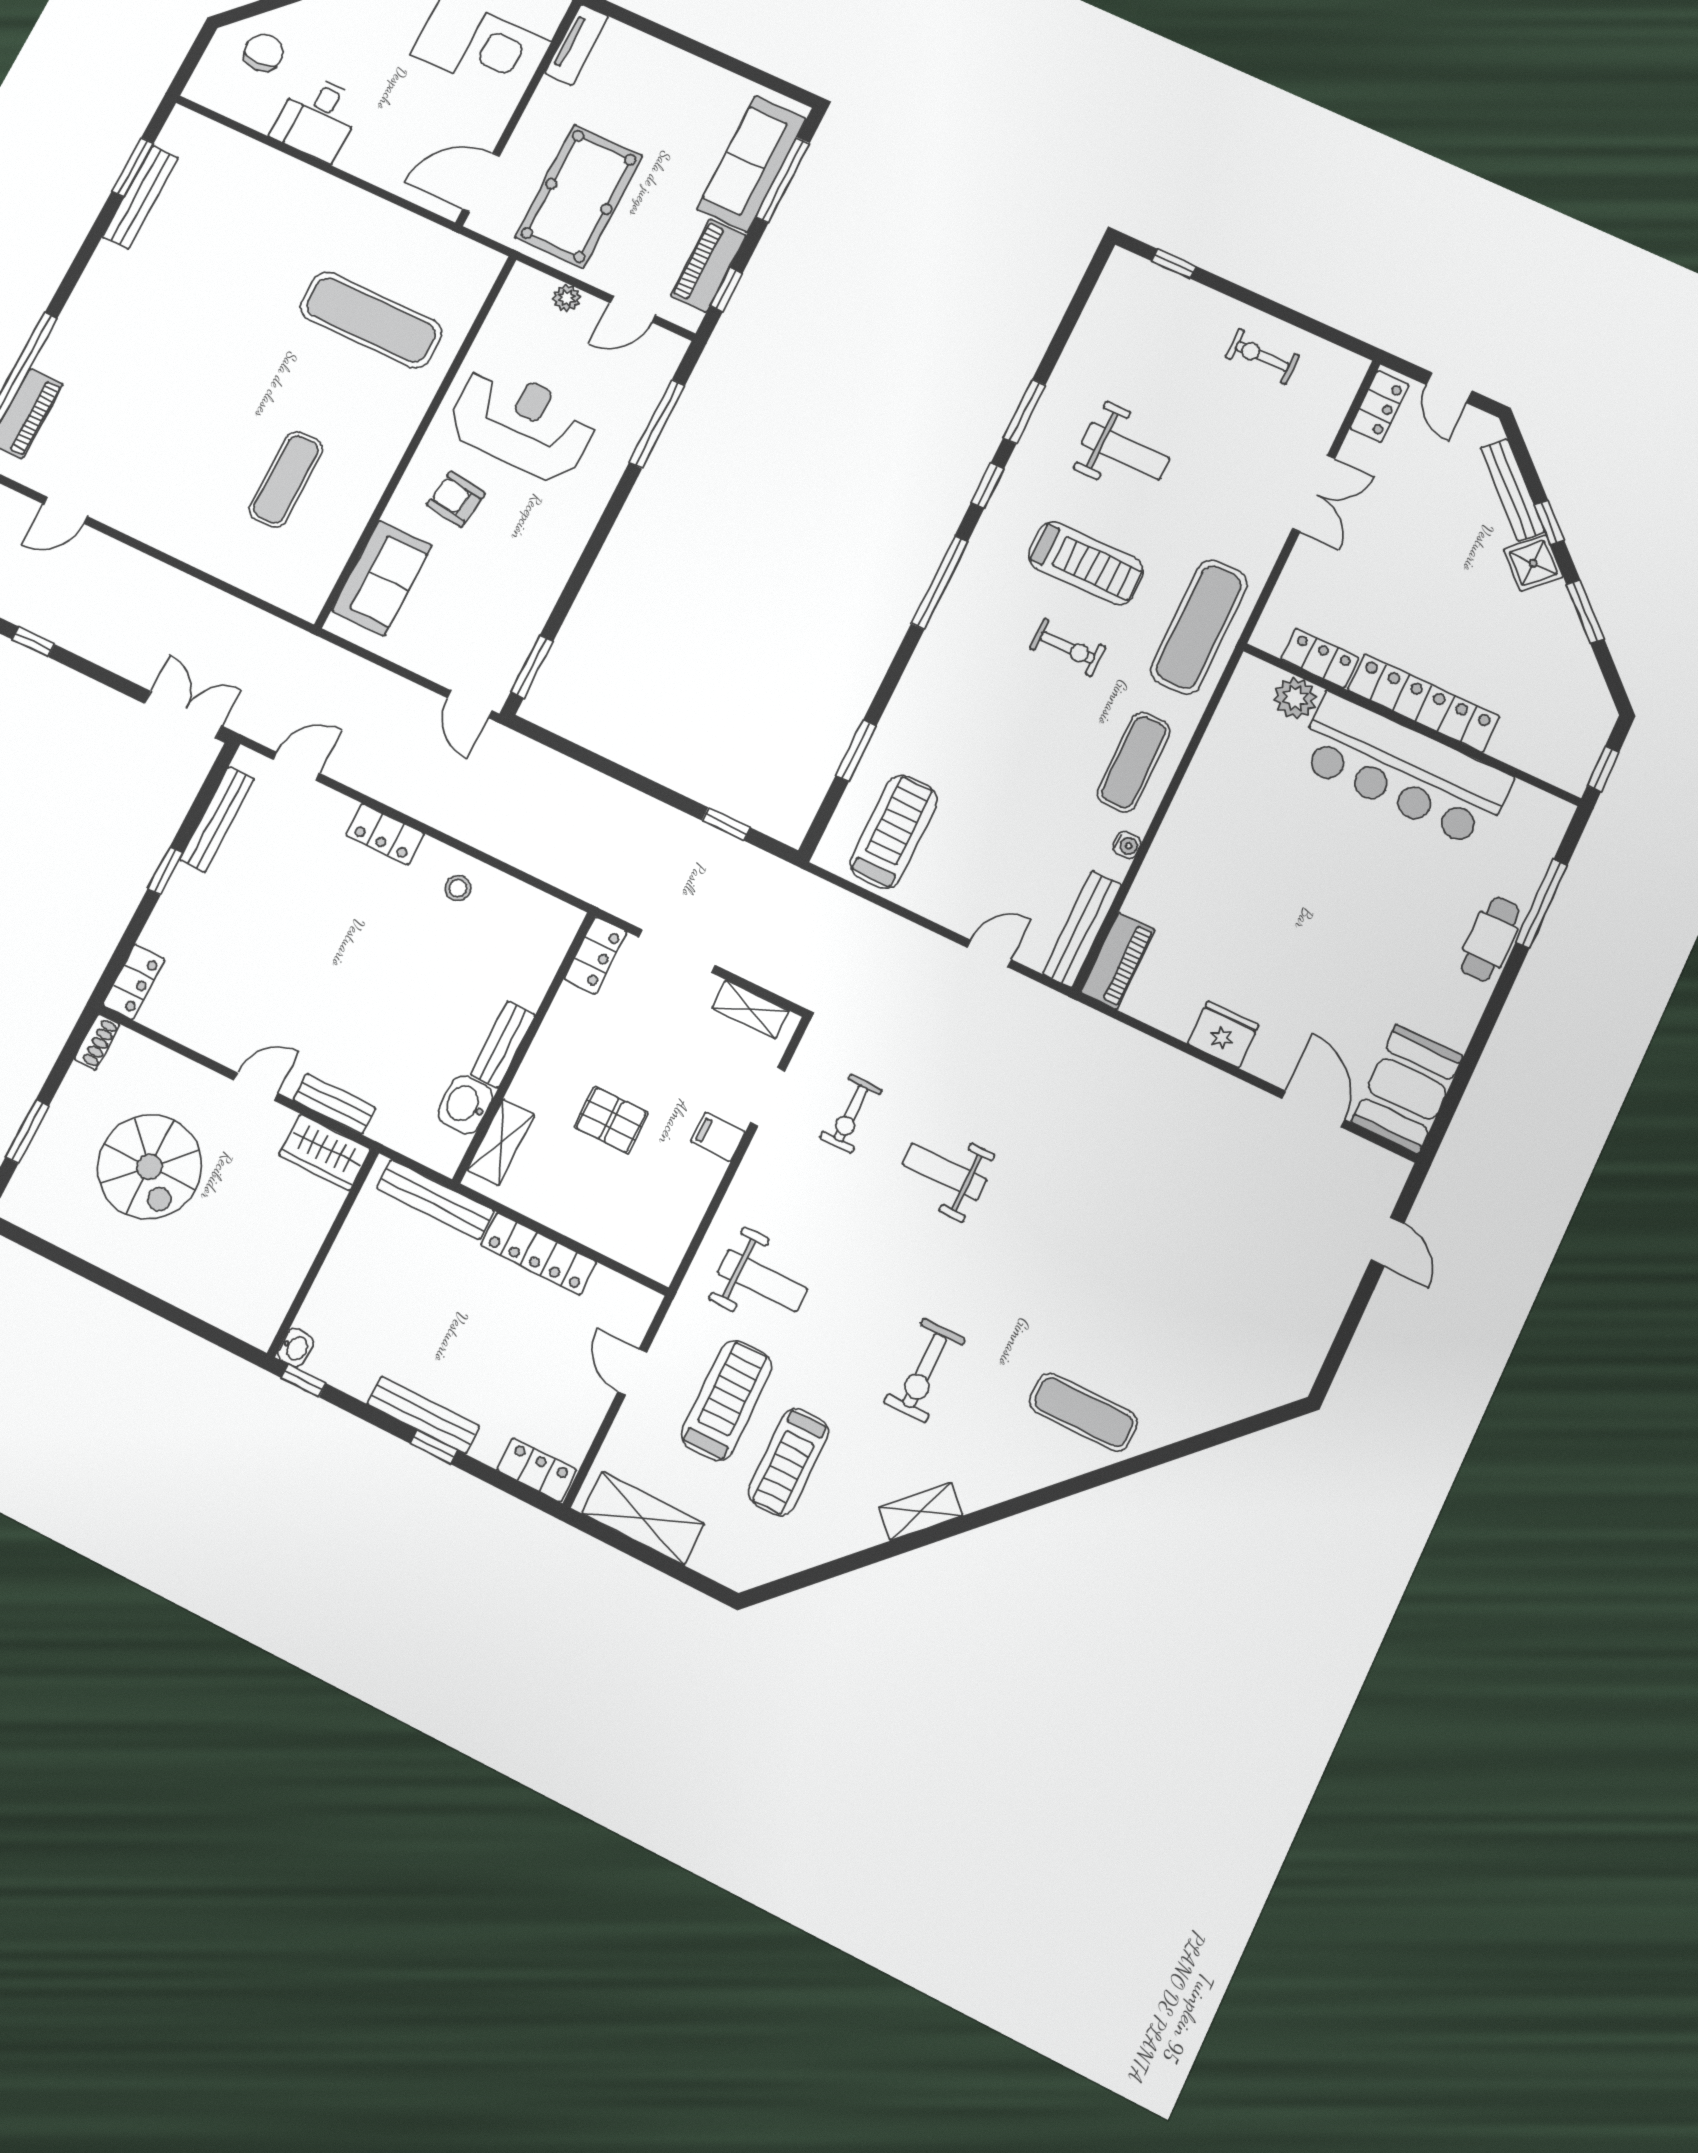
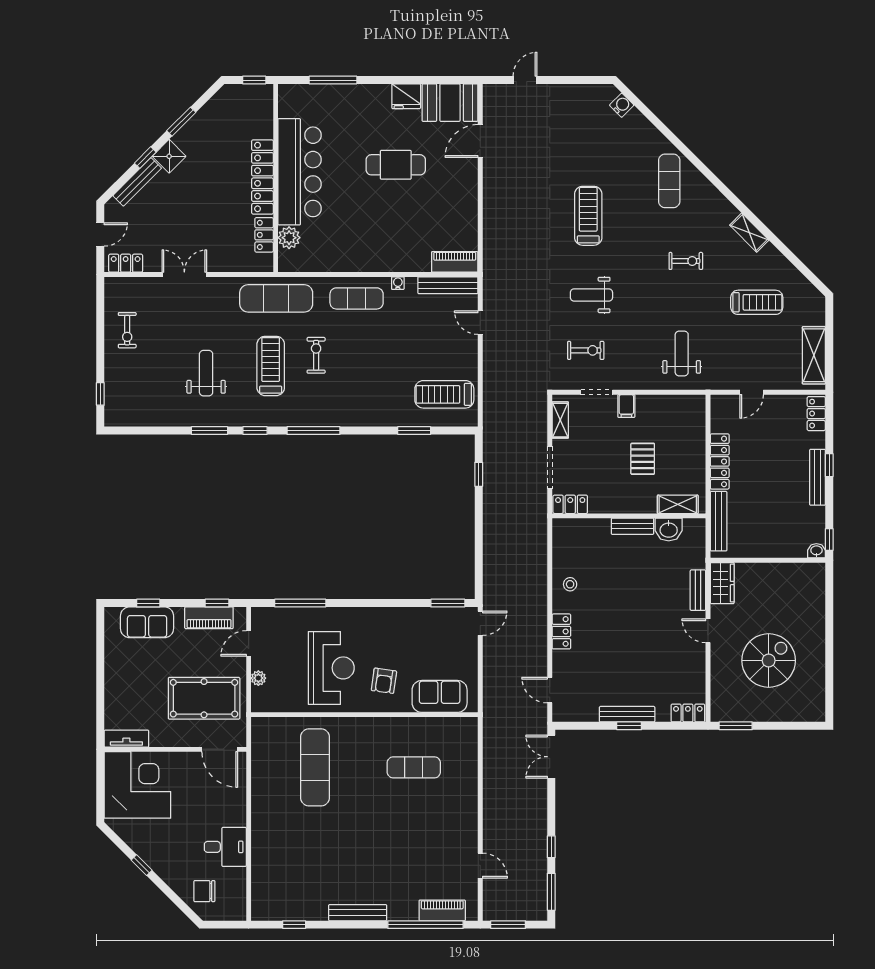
sofa: (752, 164) -> (147, 622), width x0.73
window: (133, 167) -> (294, 925), width x0.67
window: (783, 180) -> (148, 603), width x0.46
bench: (140, 197) -> (358, 913), moved
door: (633, 309) -> (249, 643), swing flipped
reception desk: (522, 423) -> (331, 668), turned 180
bench: (217, 819) -> (627, 714), moved
cafe table: (1490, 939) -> (396, 165), moved, width x1.37, depth x1.35
fridge: (1223, 1034) -> (406, 96), moved, turned -90
shoe rack: (97, 1042) -> (724, 715), removed
window: (27, 1132) -> (736, 726), moved
weight bench: (944, 1172) -> (591, 295), turned 90
exercise bike: (924, 1370) -> (686, 261), width x0.73, depth x0.72
water cooler: (1261, 1394) -> (622, 105), added
treadmill: (727, 1401) -> (588, 216), moved, turned 90

